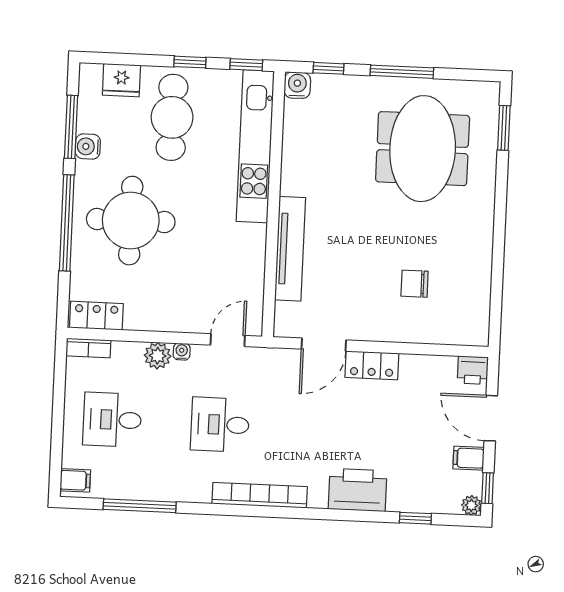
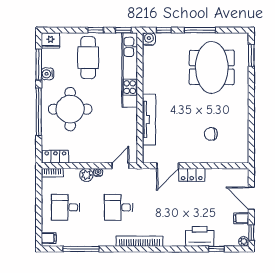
fridge: (121, 80) -> (50, 40), moved
printer: (473, 370) -> (241, 175), removed
printer: (358, 490) -> (200, 236), moved

